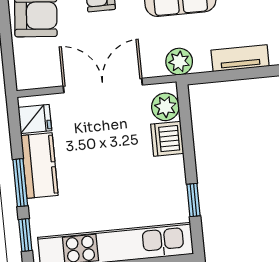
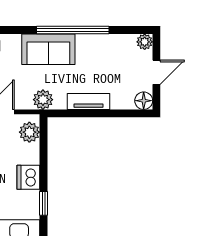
dishwasher: (167, 139) -> (28, 177), moved

